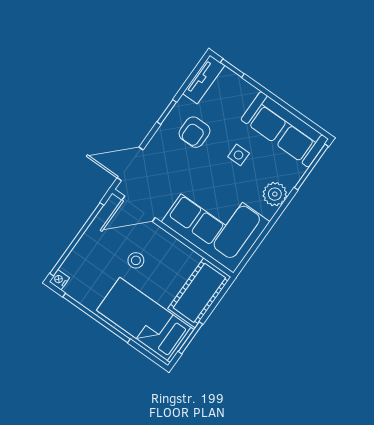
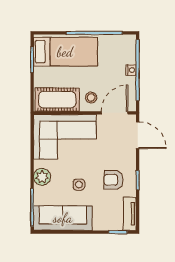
armchair: (195, 132) -> (114, 180), turned -90
door: (130, 164) -> (138, 135), hinge flipped
stool: (136, 260) -> (91, 97), moved
nightstand: (59, 280) -> (131, 70), moved
cot: (199, 293) -> (57, 100), moved, turned 90

